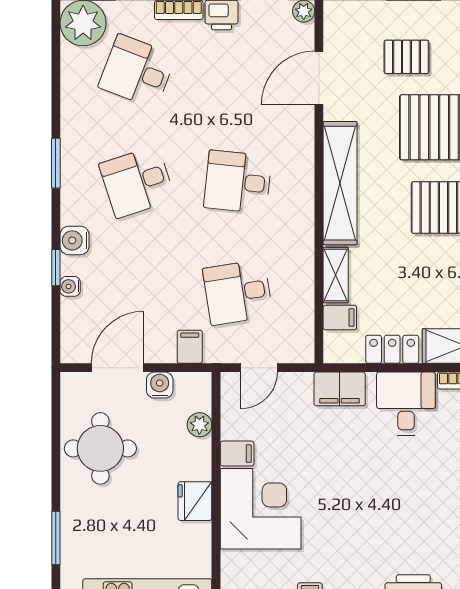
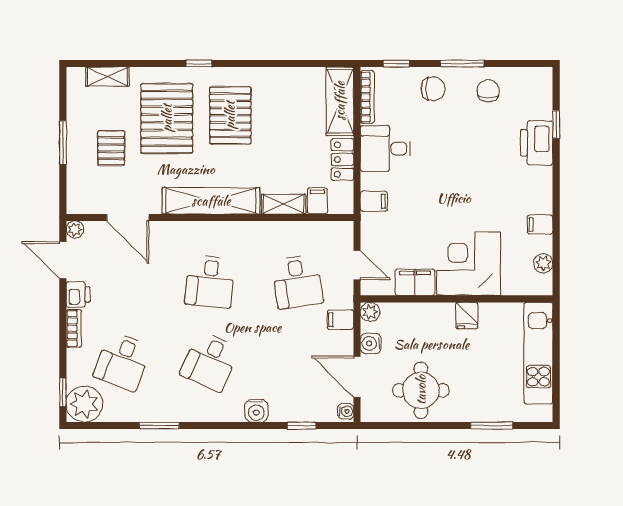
window: (56, 163) -> (159, 426), moved
desk: (137, 182) -> (210, 361), turned 42
window: (56, 268) -> (302, 426), moved
water cooler: (70, 286) -> (346, 411), moved, turned -90
filing cabinet: (340, 389) -> (374, 201), width x0.50
plant: (199, 425) -> (370, 312), moved
filing cabinet: (237, 454) -> (415, 282), width x2.00
fridge: (195, 501) -> (467, 316), width x0.72

